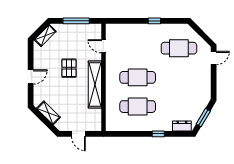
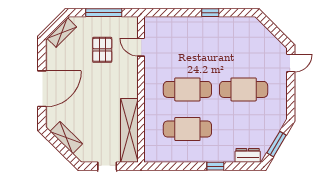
cafe table: (179, 48) -> (244, 89), moved
pallet: (69, 68) -> (102, 50), moved
door: (31, 77) -> (42, 89), width x1.87
shelving: (95, 84) -> (129, 130), moved

